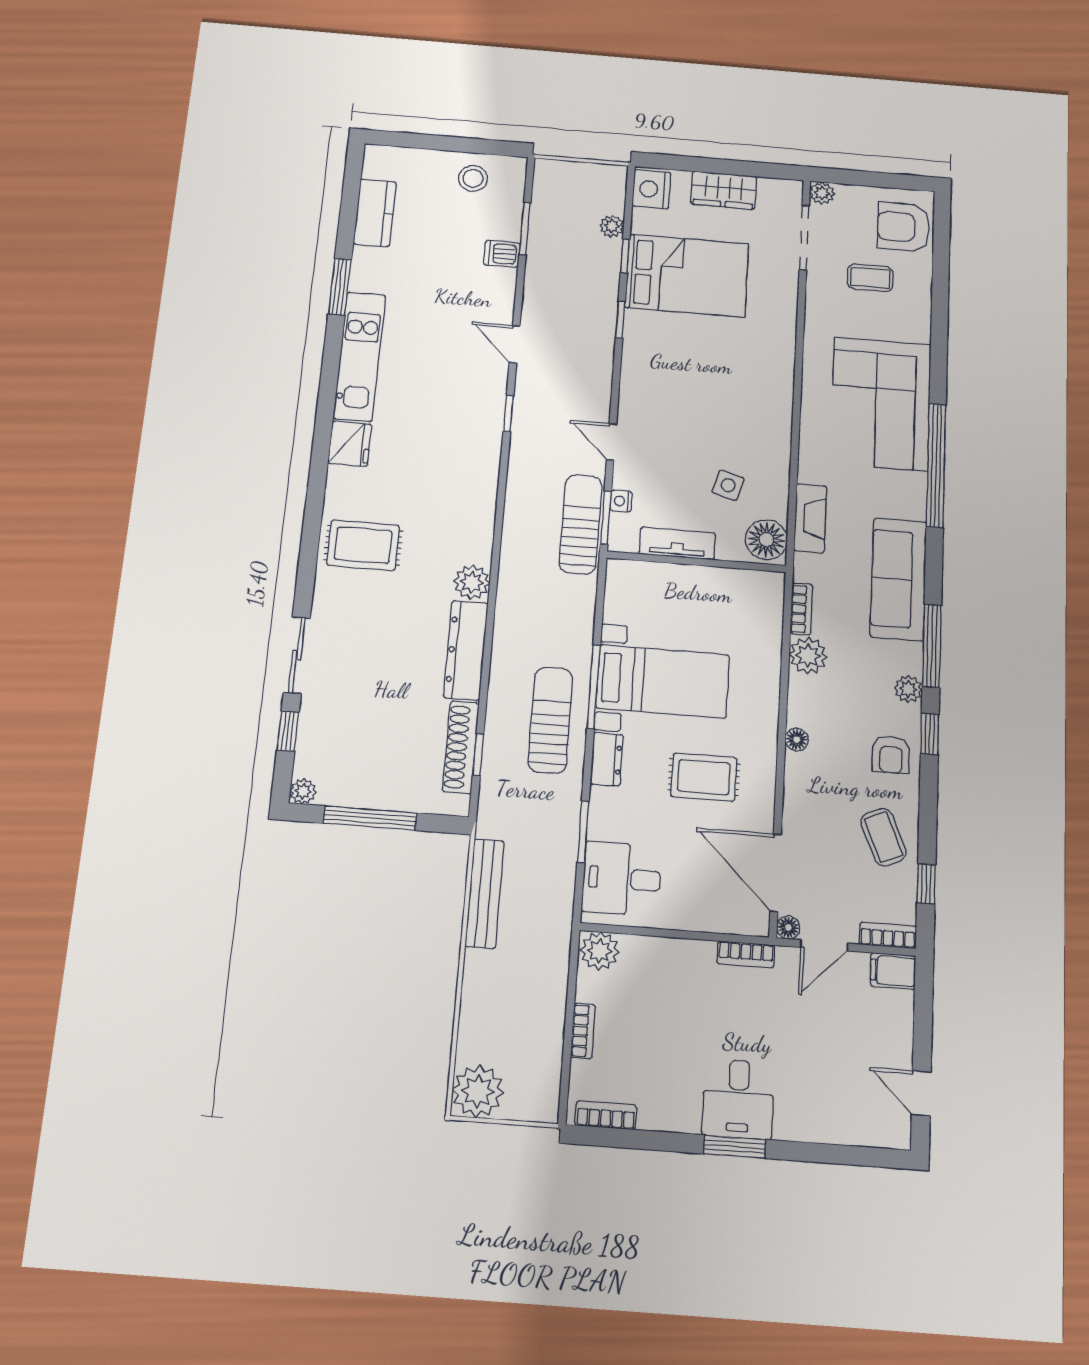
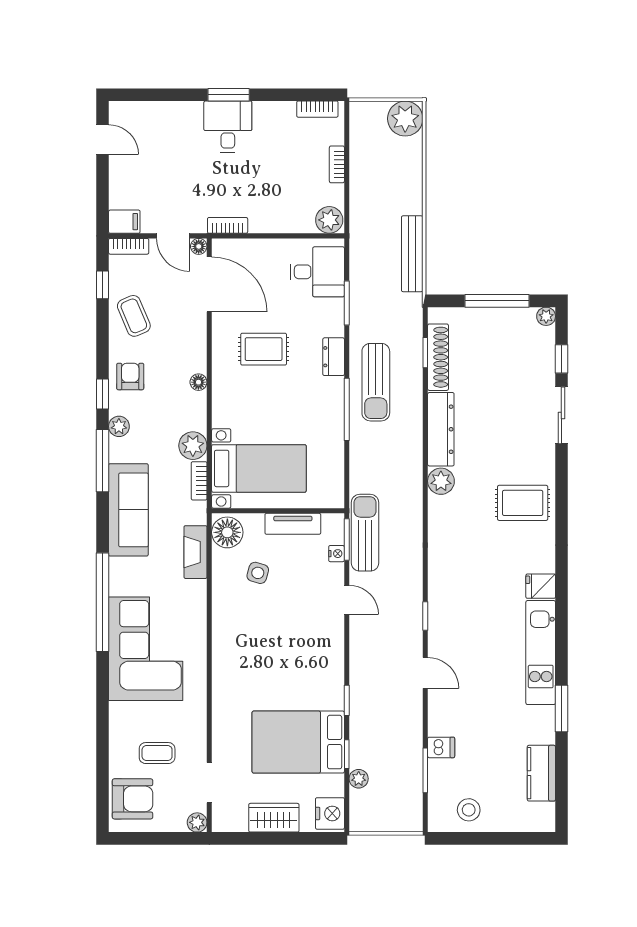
doorway: (804, 238) -> (209, 783), width x0.73
fridge: (350, 444) -> (541, 586), width x0.72
sun lounger: (581, 524) -> (365, 533), turned 180
bed with nightstands: (663, 681) -> (259, 468), moved, turned 180
door: (824, 945) -> (173, 236), swing flipped

